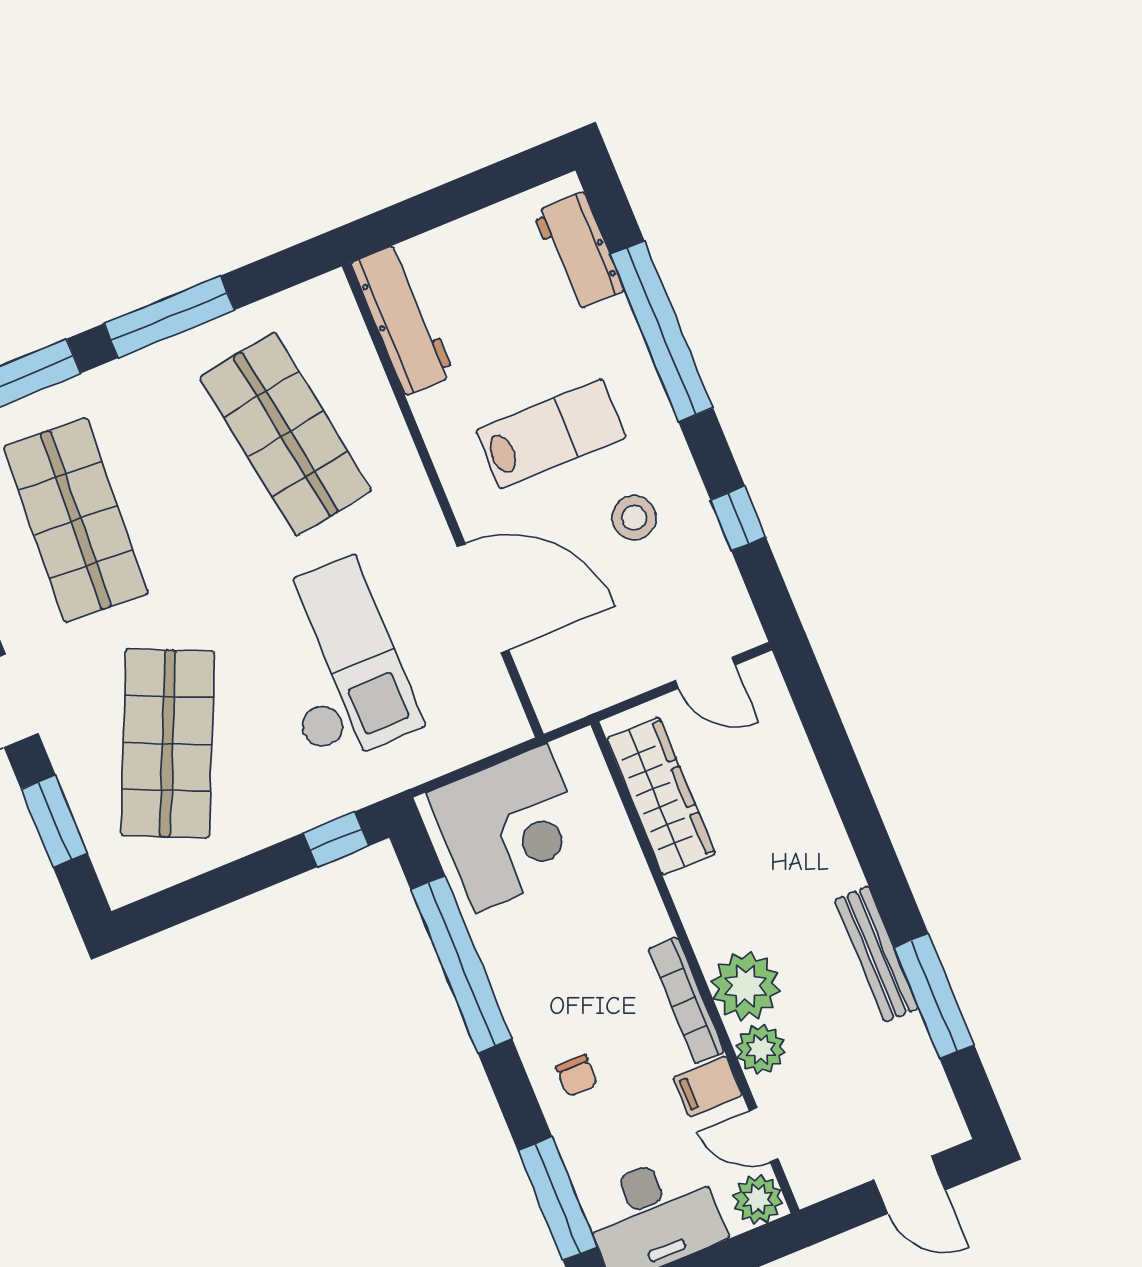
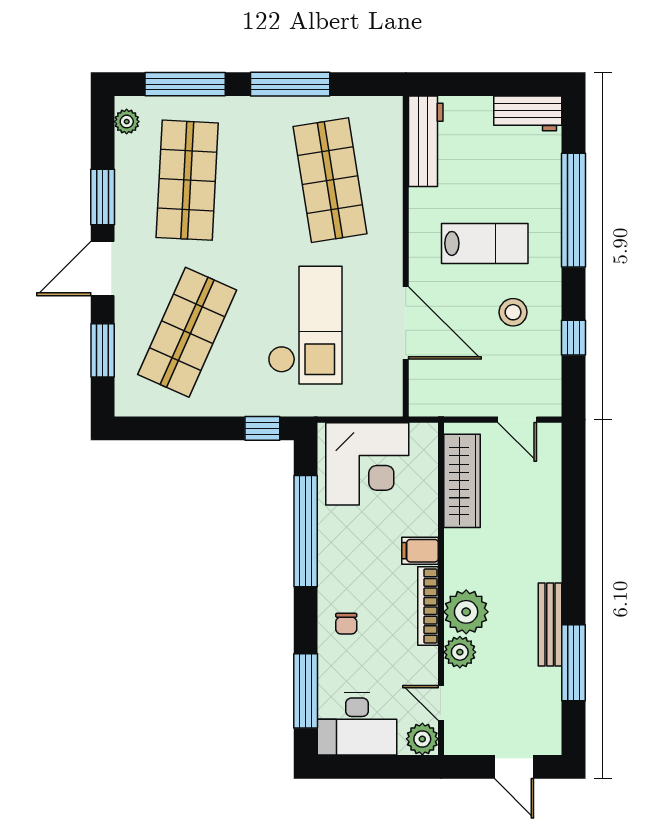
workbench: (578, 252) -> (528, 113), moved, turned -90
filing cabinet: (708, 1087) -> (420, 551), moved

